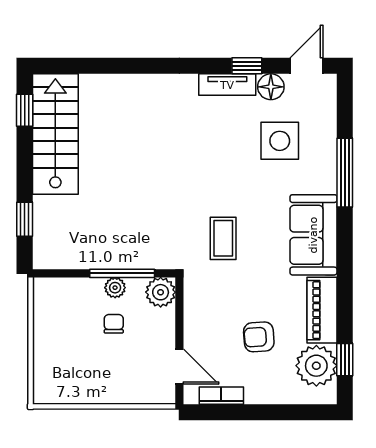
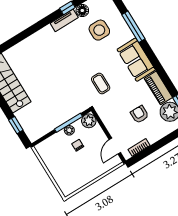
armchair: (259, 337) -> (140, 114), turned 94
door: (179, 366) -> (115, 146), swing flipped

